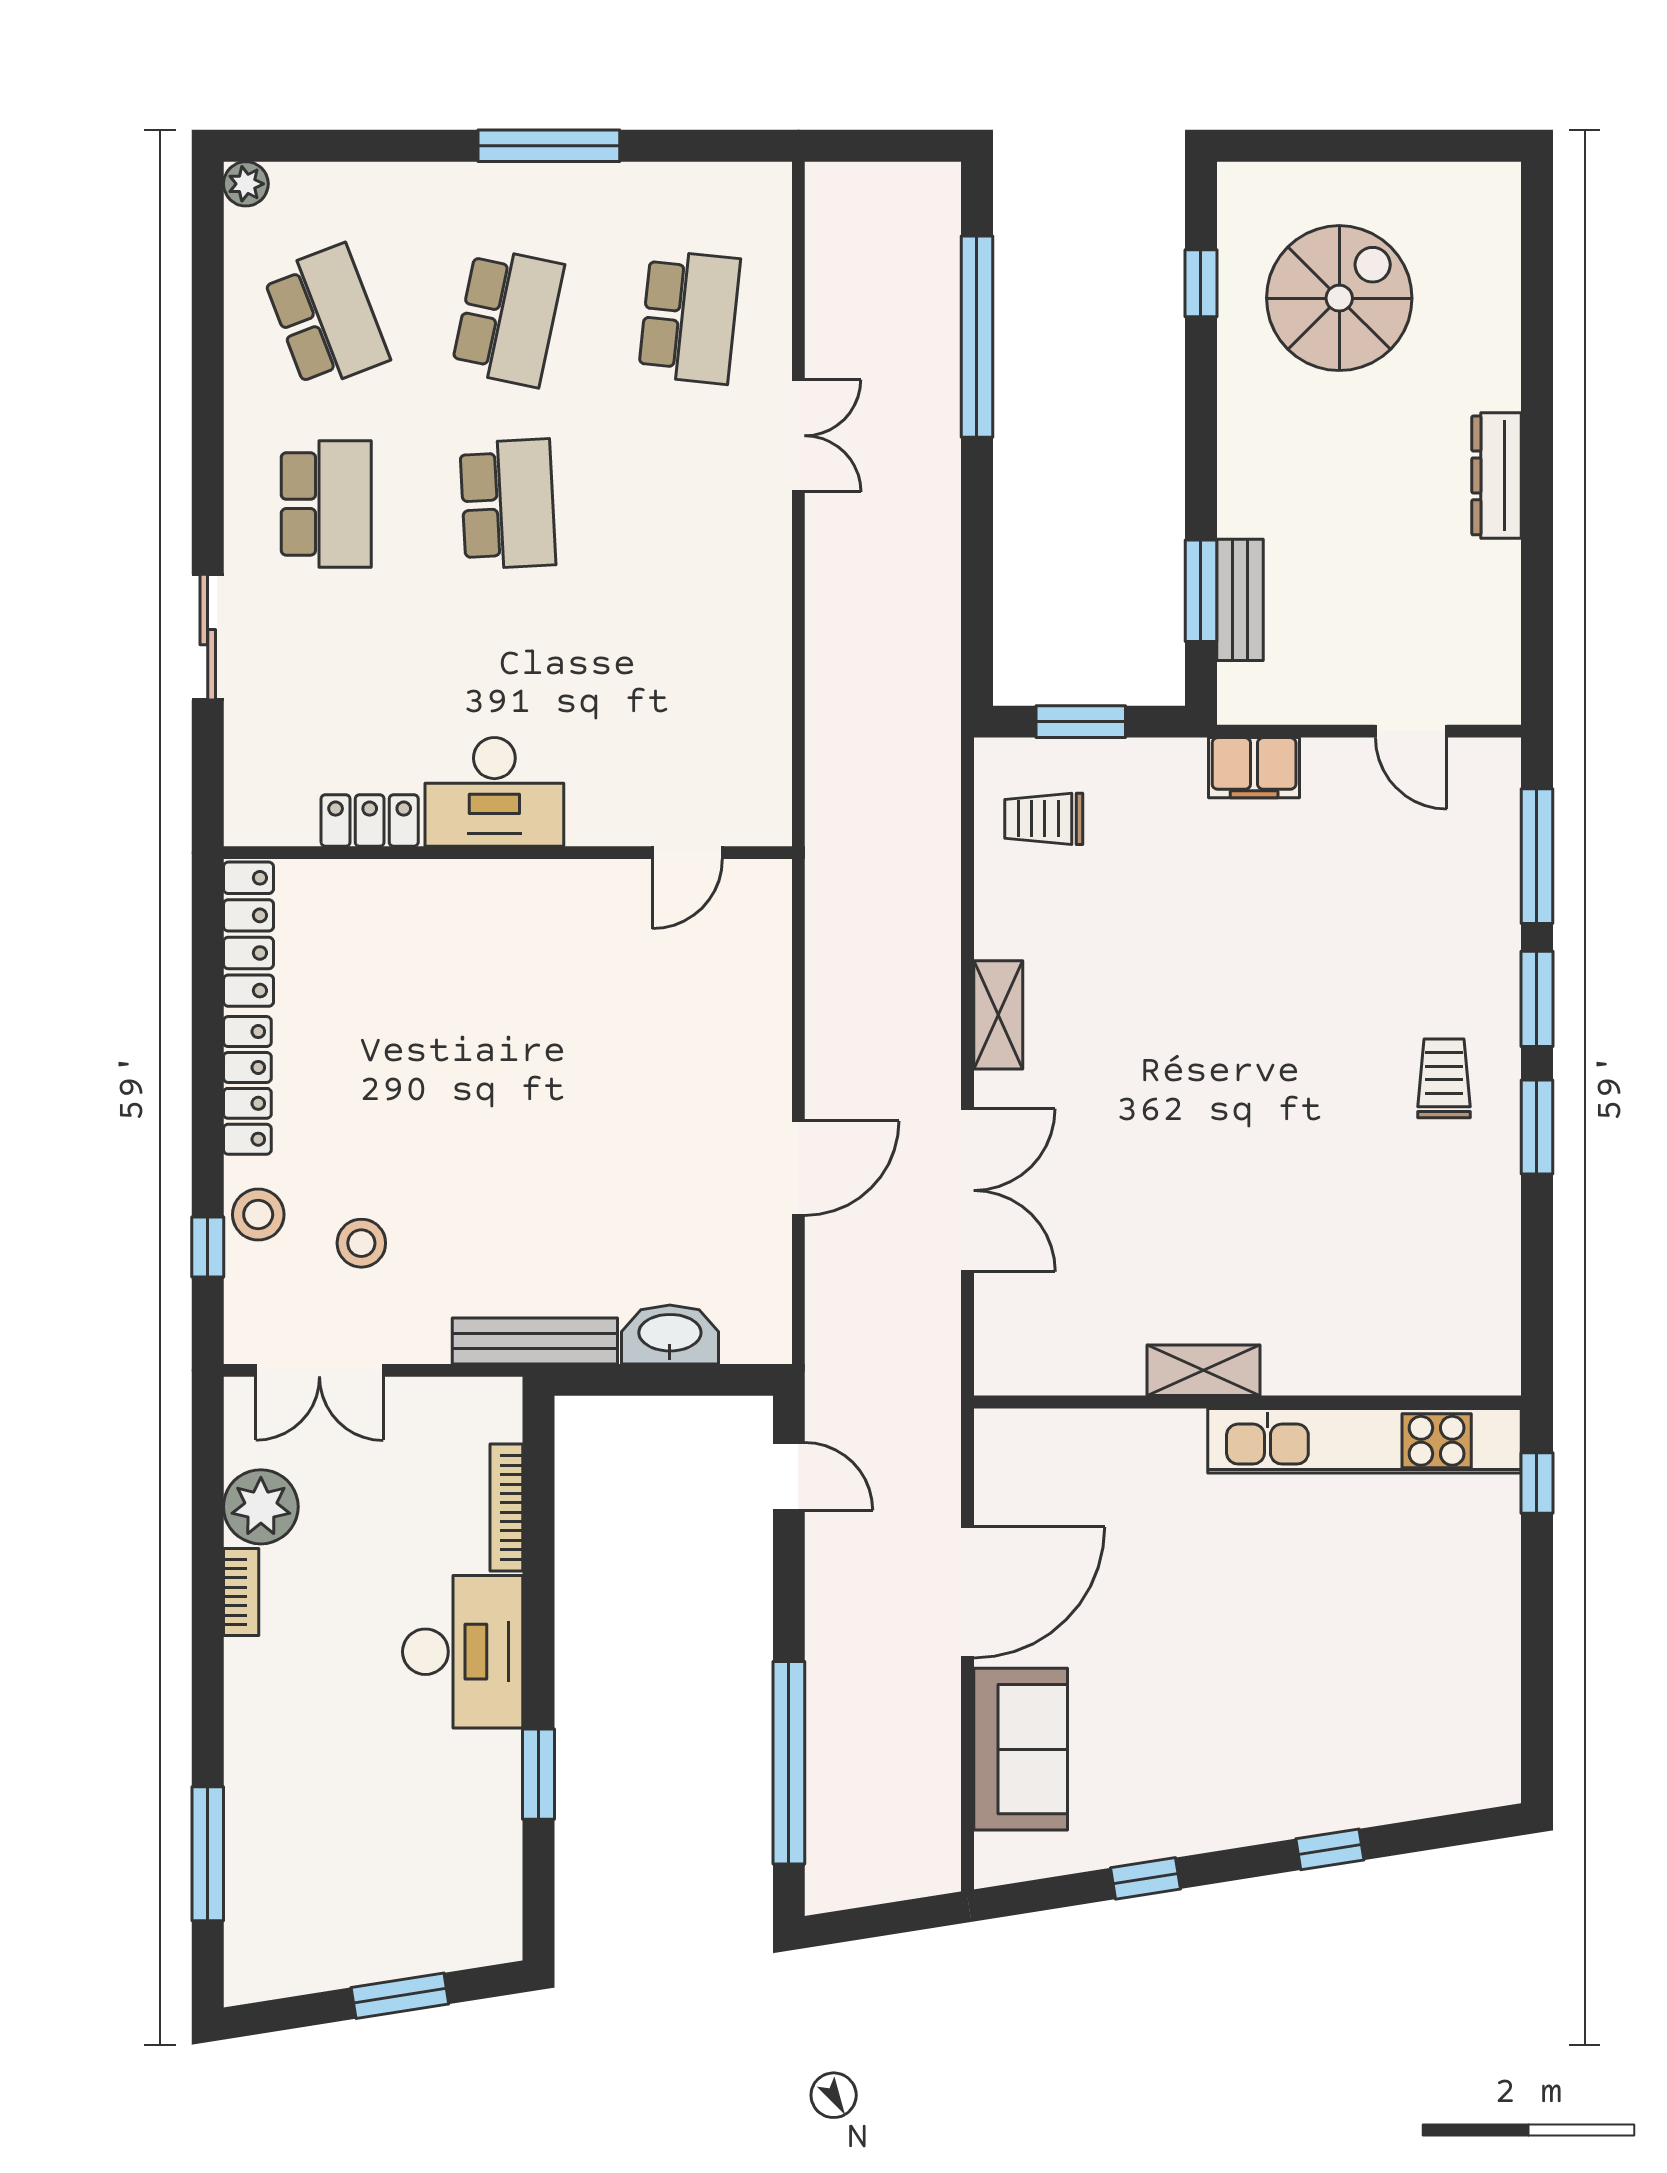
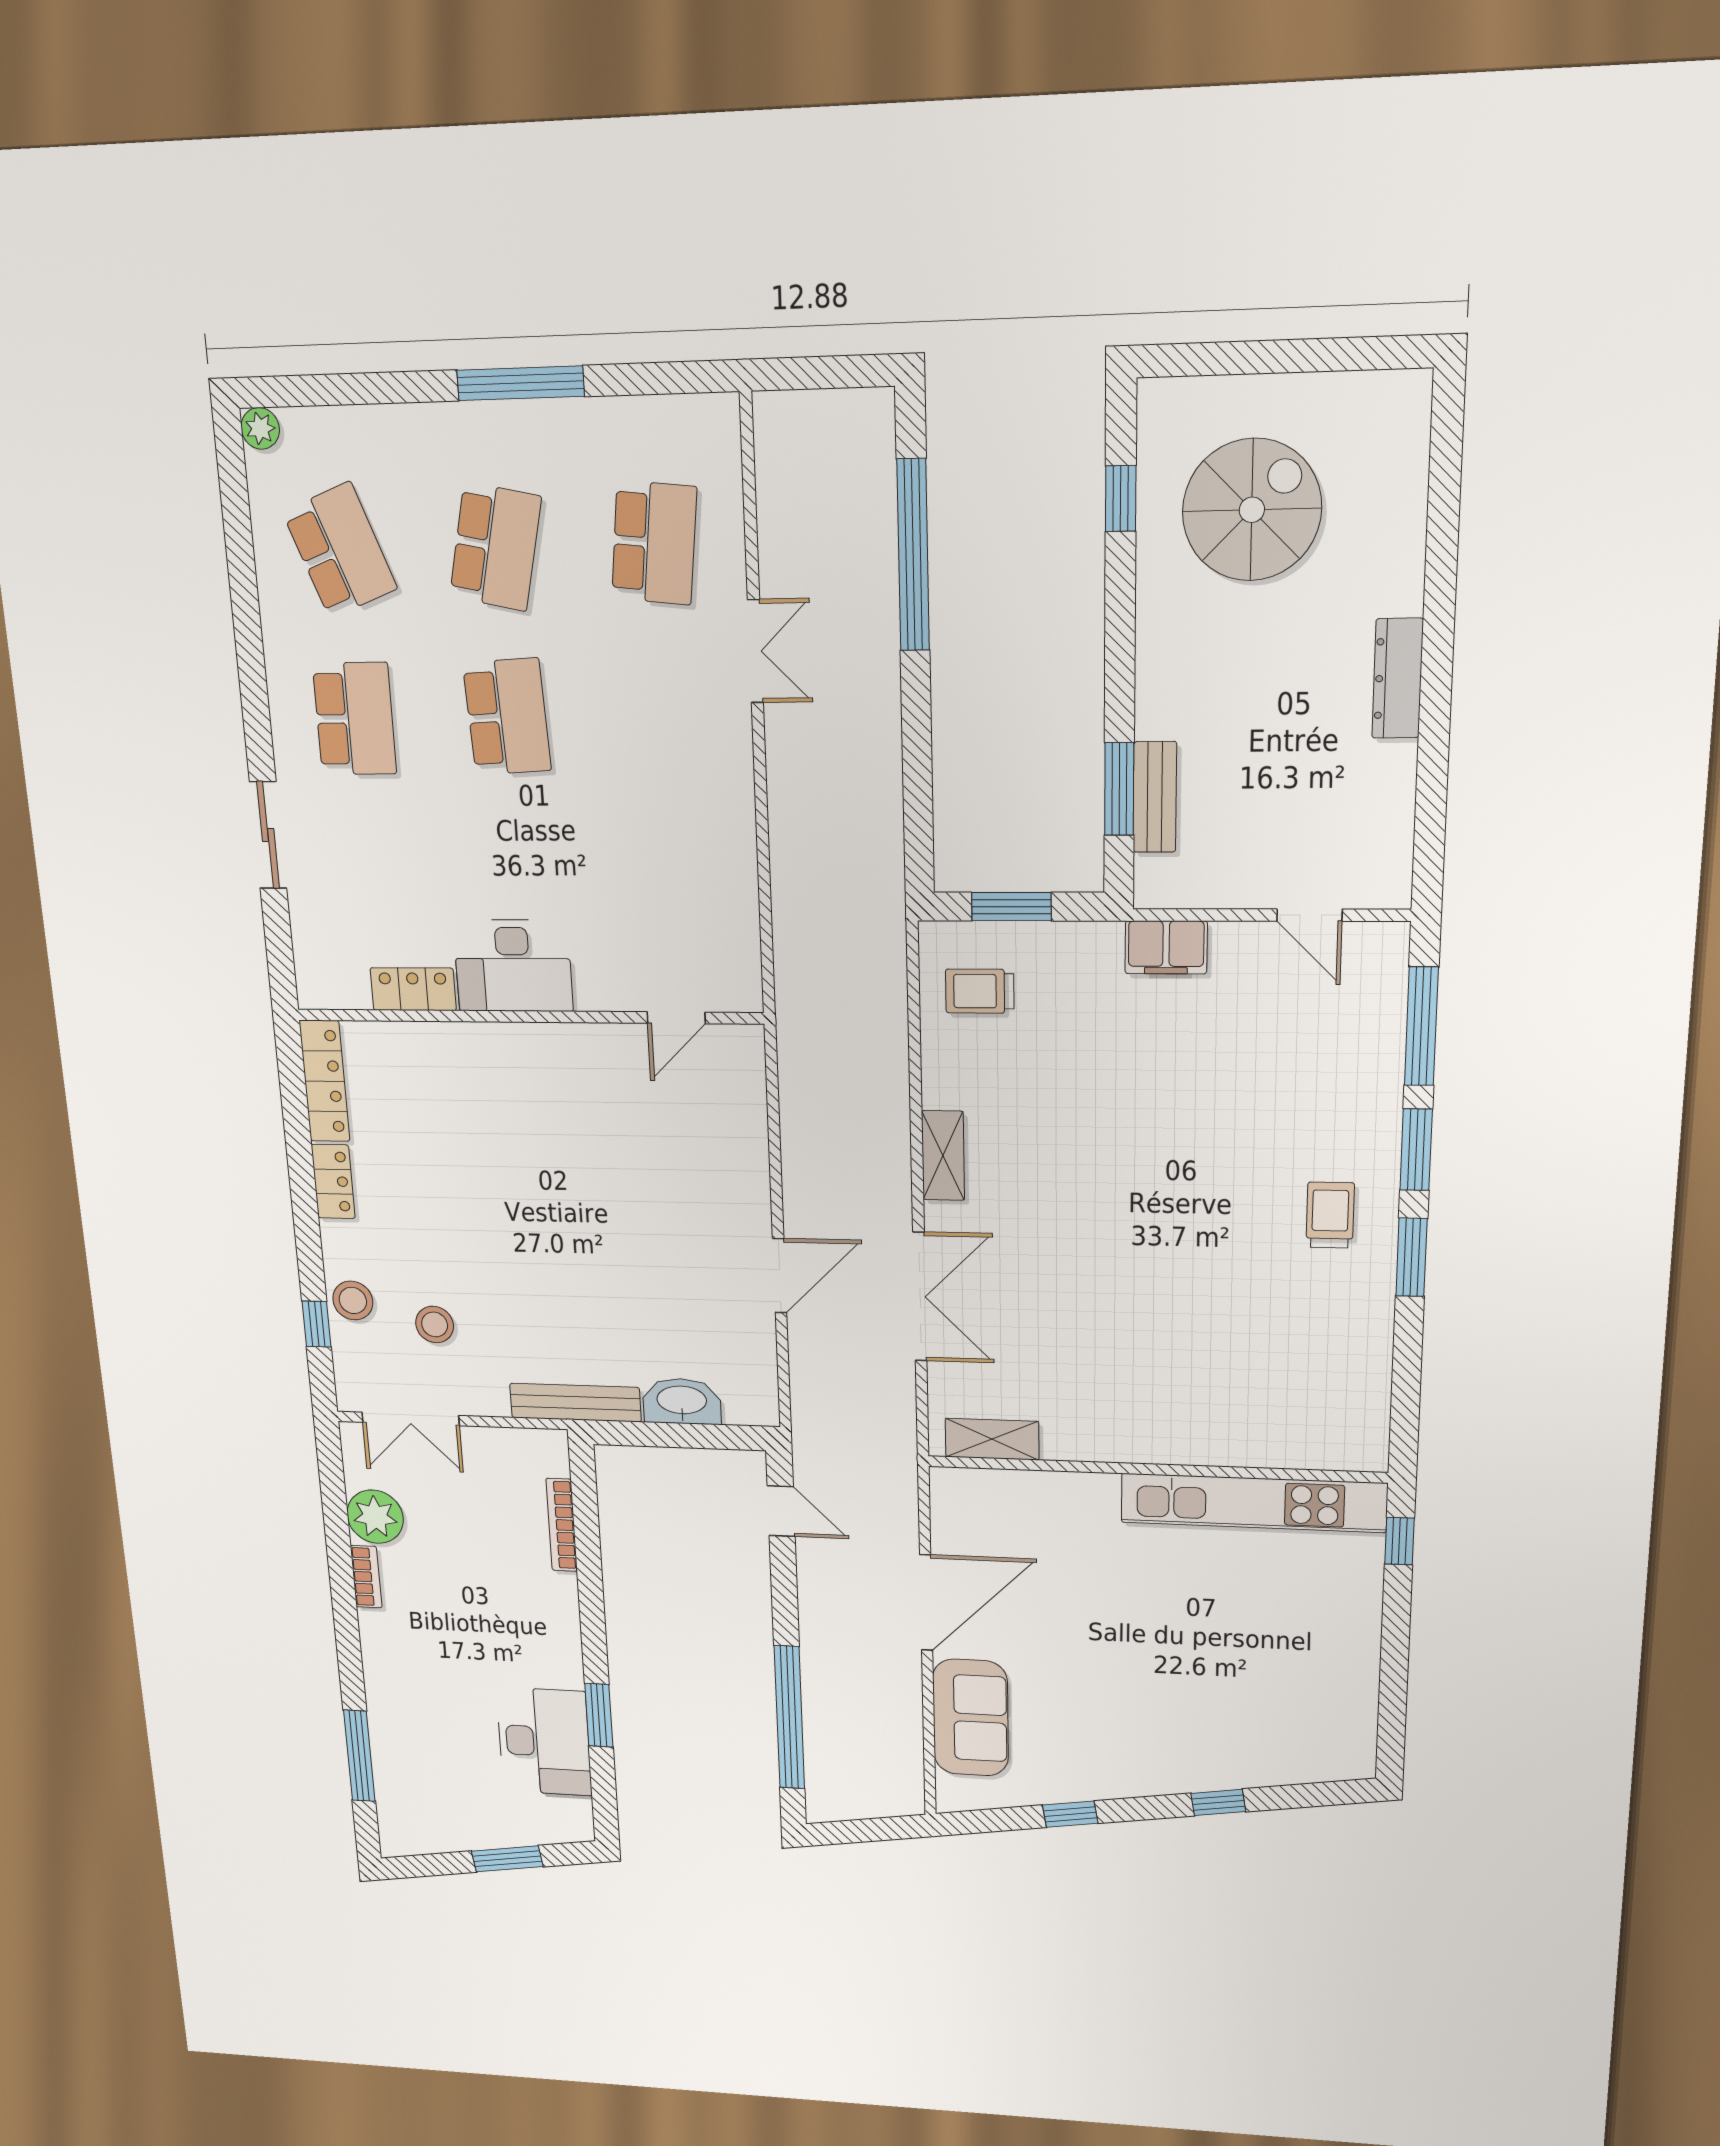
locker: (247, 1085) -> (333, 1181), width x0.66
shelving: (1203, 1370) -> (992, 1439), moved
desk: (463, 1652) -> (544, 1741), moved

